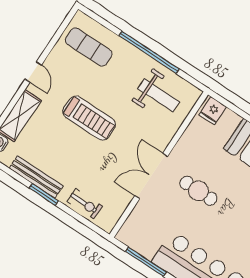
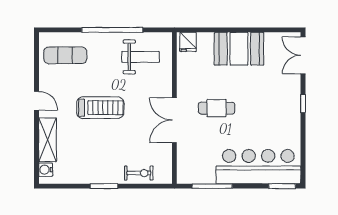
bench: (36, 177) -> (90, 177), removed

